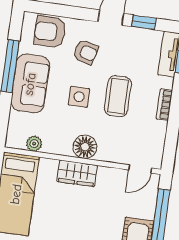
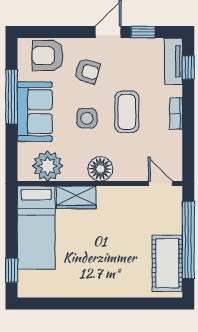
plant: (34, 144) -> (48, 166), width x1.88, depth x1.88
door: (140, 169) -> (160, 184), swing flipped
wardrobe: (77, 173) -> (76, 197), moved

